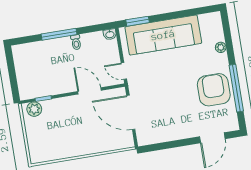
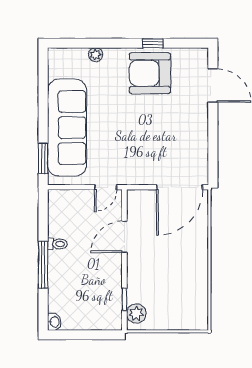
washbasin: (110, 34) -> (54, 322), moved
window: (236, 88) -> (153, 43), width x0.32
door: (131, 112) -> (180, 187), moved

